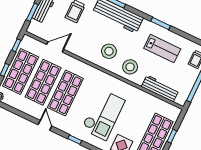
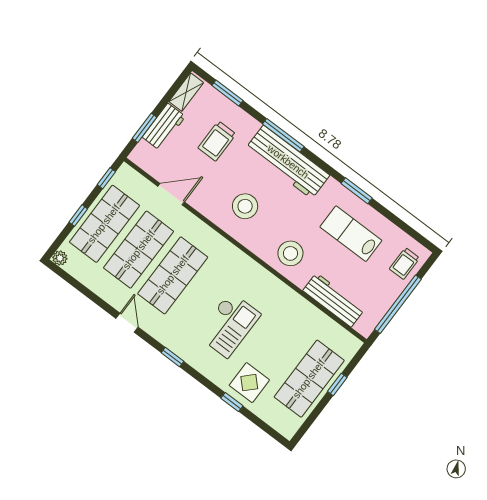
lab bench: (162, 49) -> (351, 234), turned 180
stool: (109, 51) -> (245, 206), moved
checkout: (103, 115) -> (229, 325), width x0.73, depth x0.83

